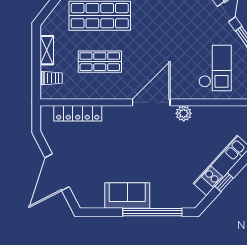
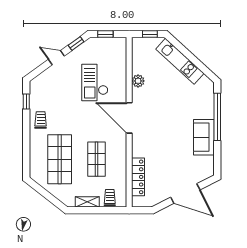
checkout: (215, 68) -> (95, 83), moved, turned -90
plant: (184, 113) -> (138, 81), moved
window: (224, 182) -> (193, 59), removed

